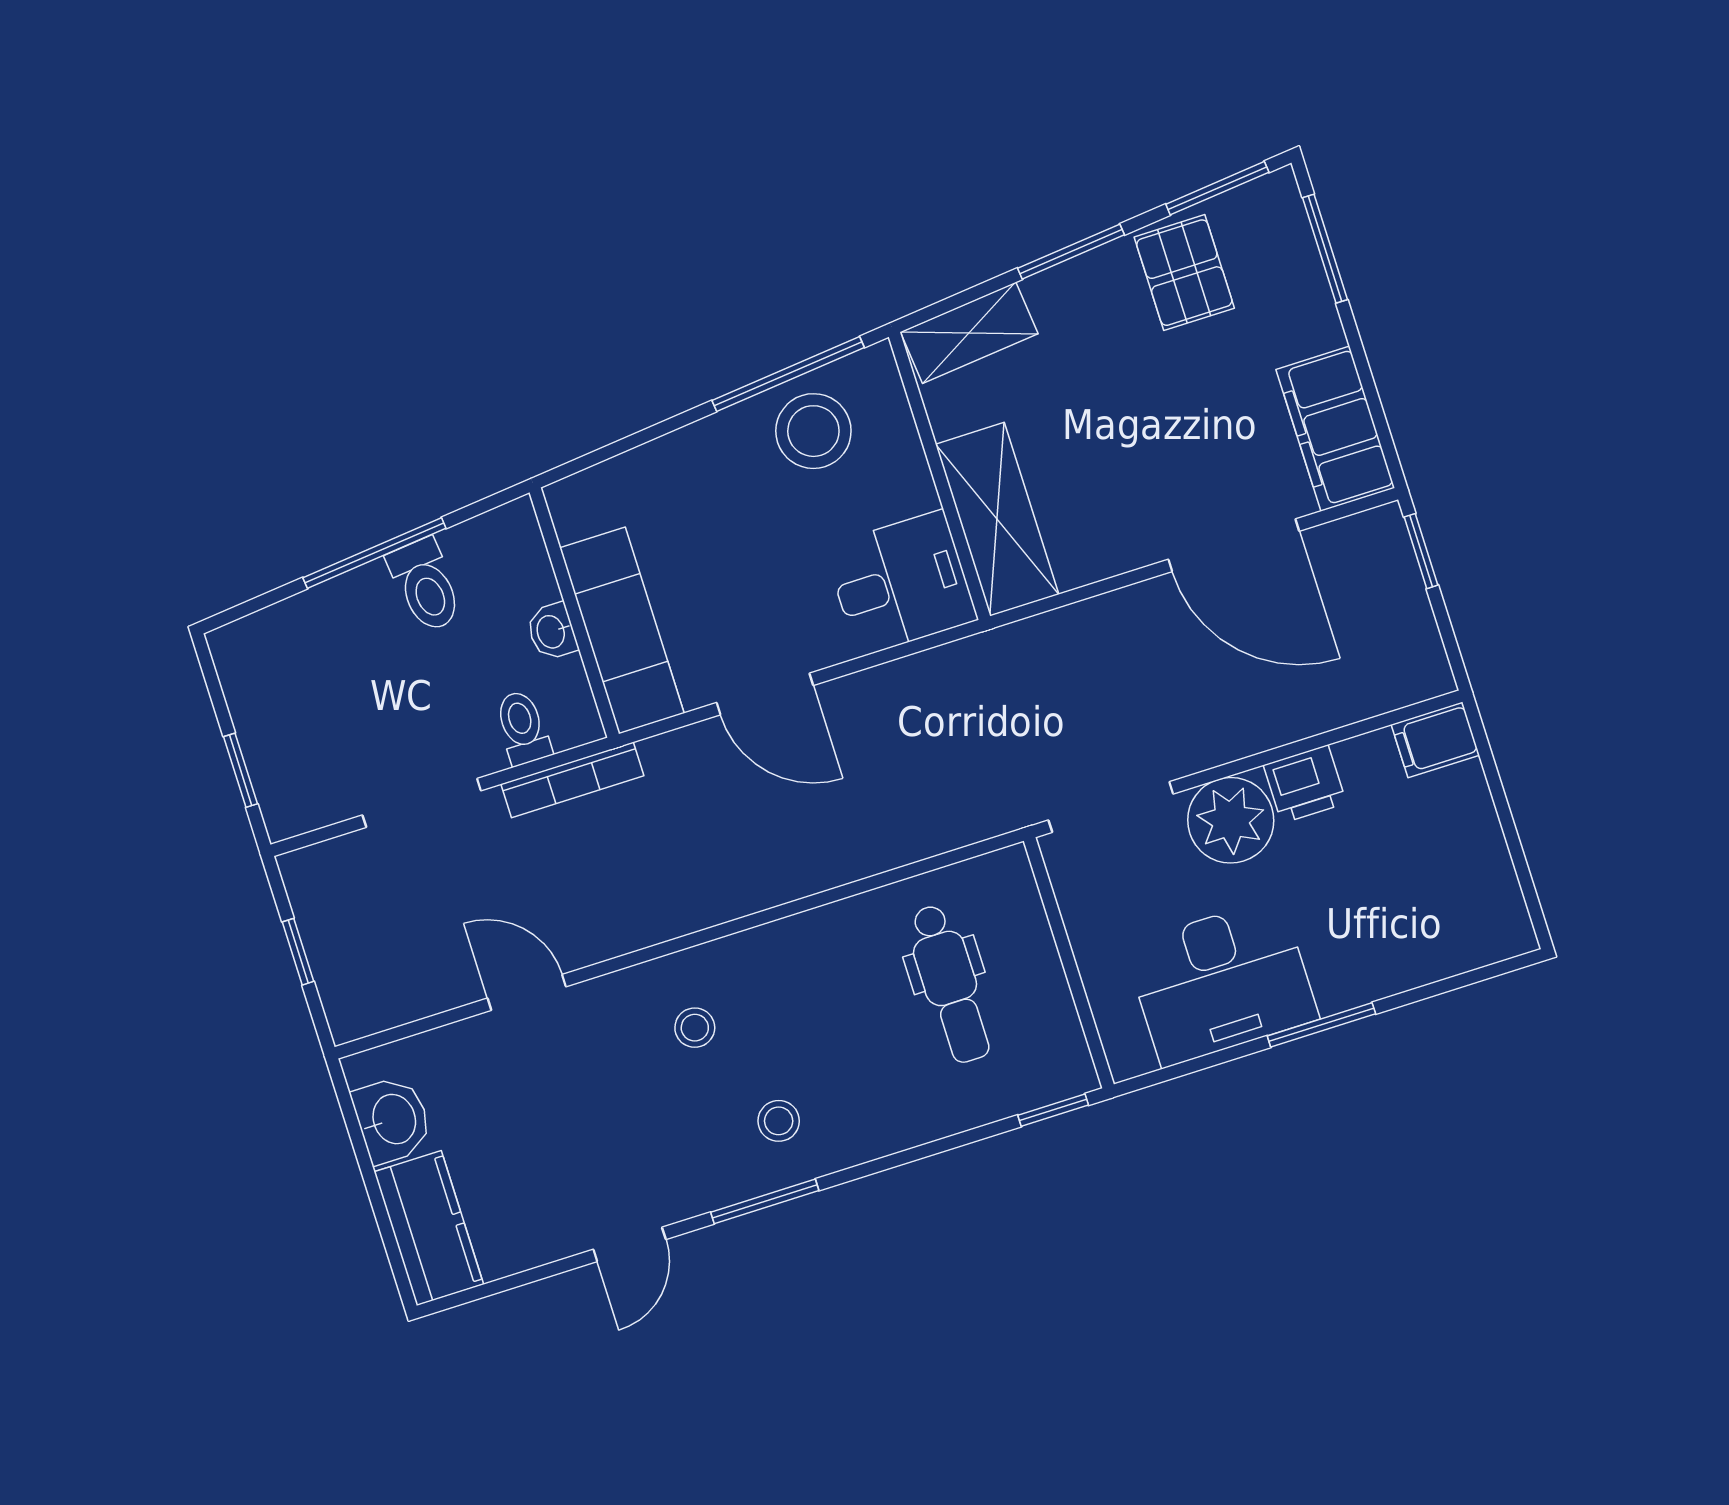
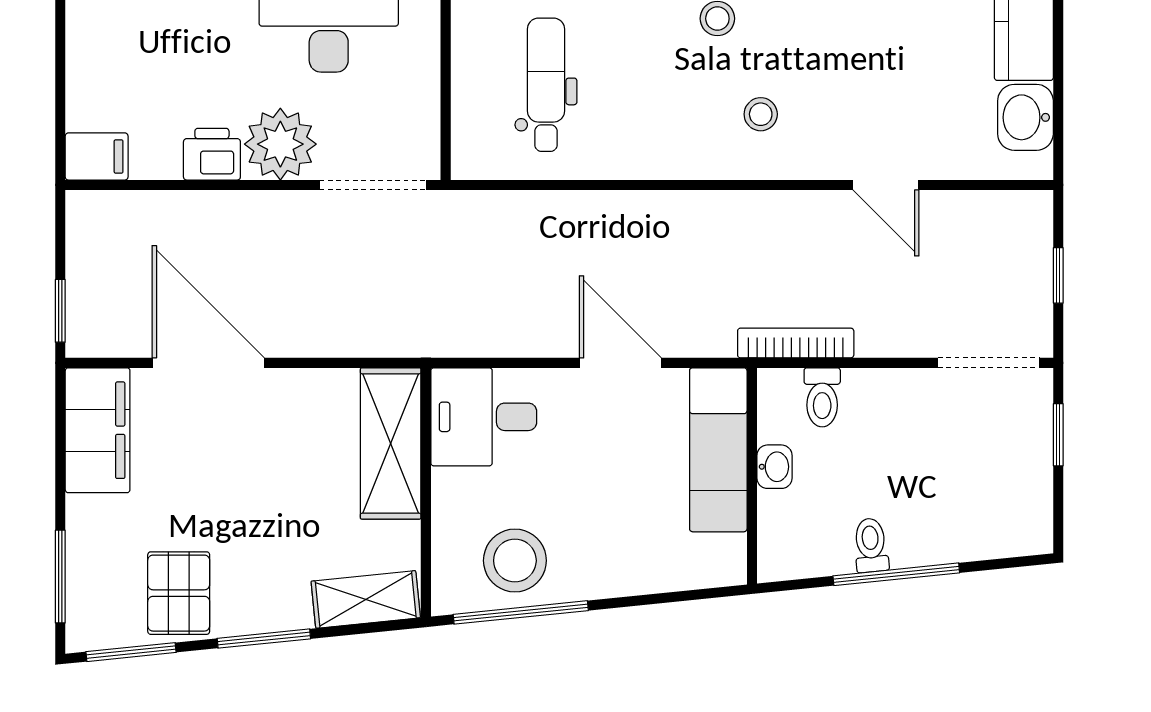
toilet: (425, 585) -> (871, 545), width x0.73, depth x0.72
doorway: (422, 803) -> (988, 363), moved

